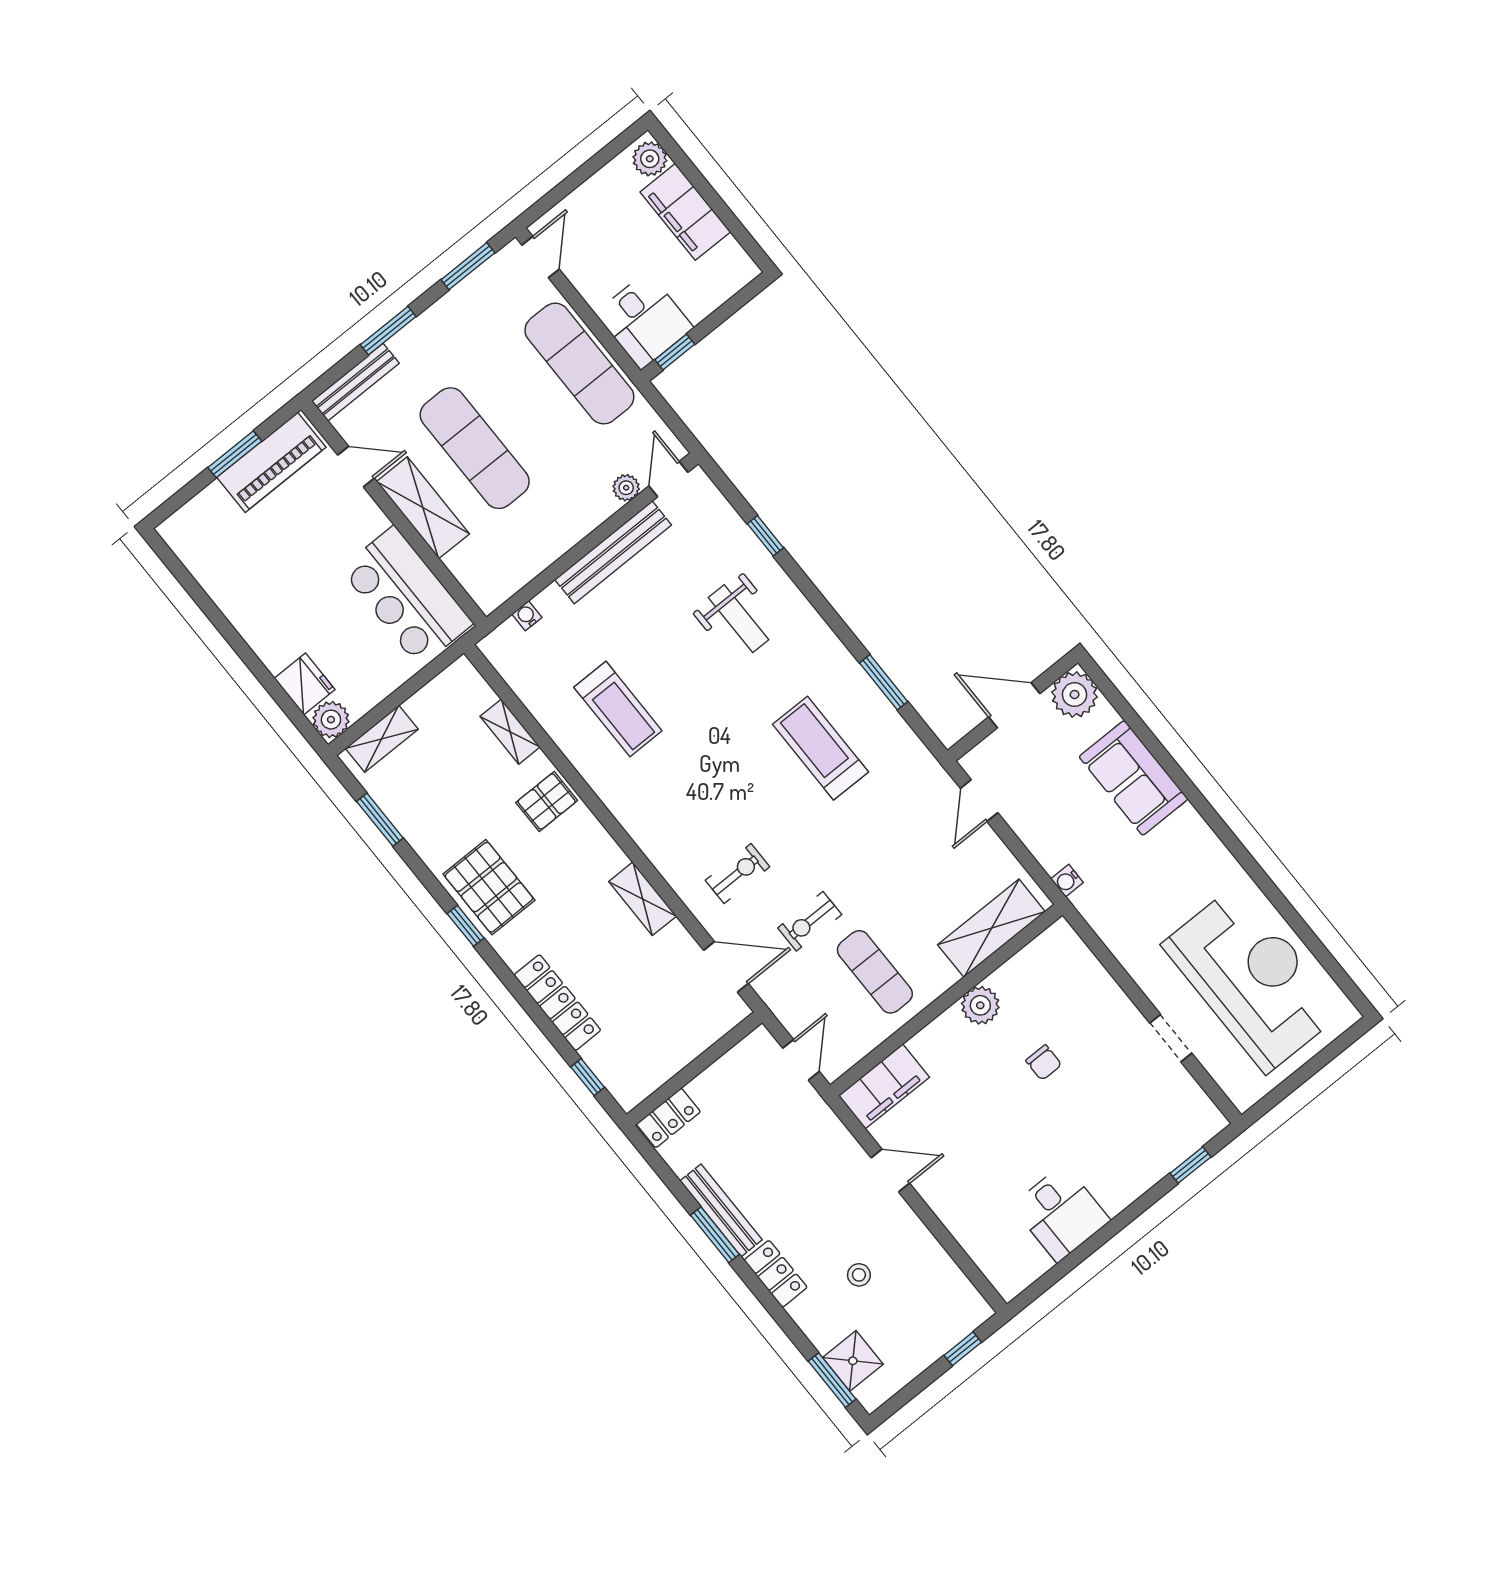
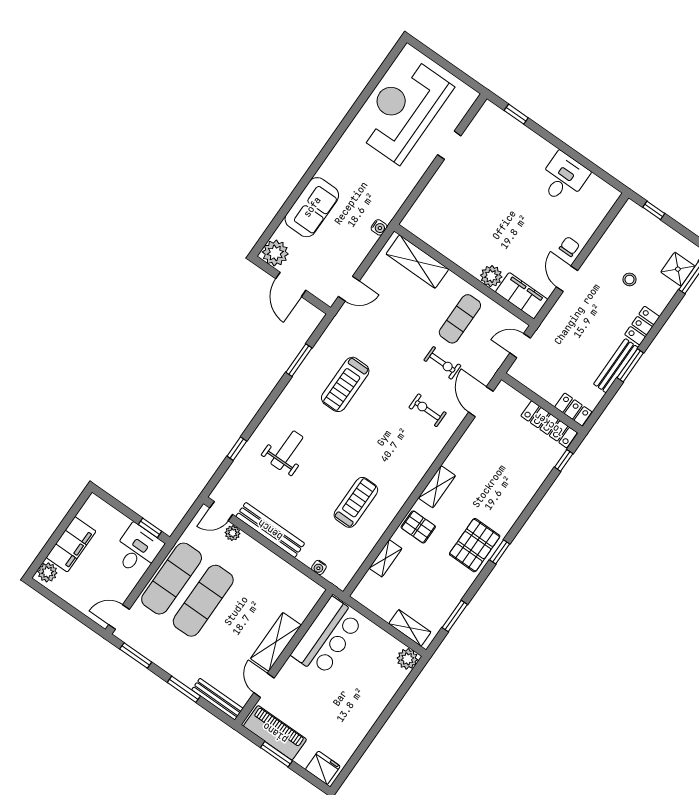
exercise mat: (475, 448) -> (203, 601), moved
fridge: (305, 684) -> (323, 768), moved, turned 90
shelving: (643, 899) -> (437, 487), moved
locker: (557, 1003) -> (549, 424), moved, turned -90
plant: (980, 1005) -> (491, 276), moved
chair: (1044, 1063) -> (569, 247), moved

